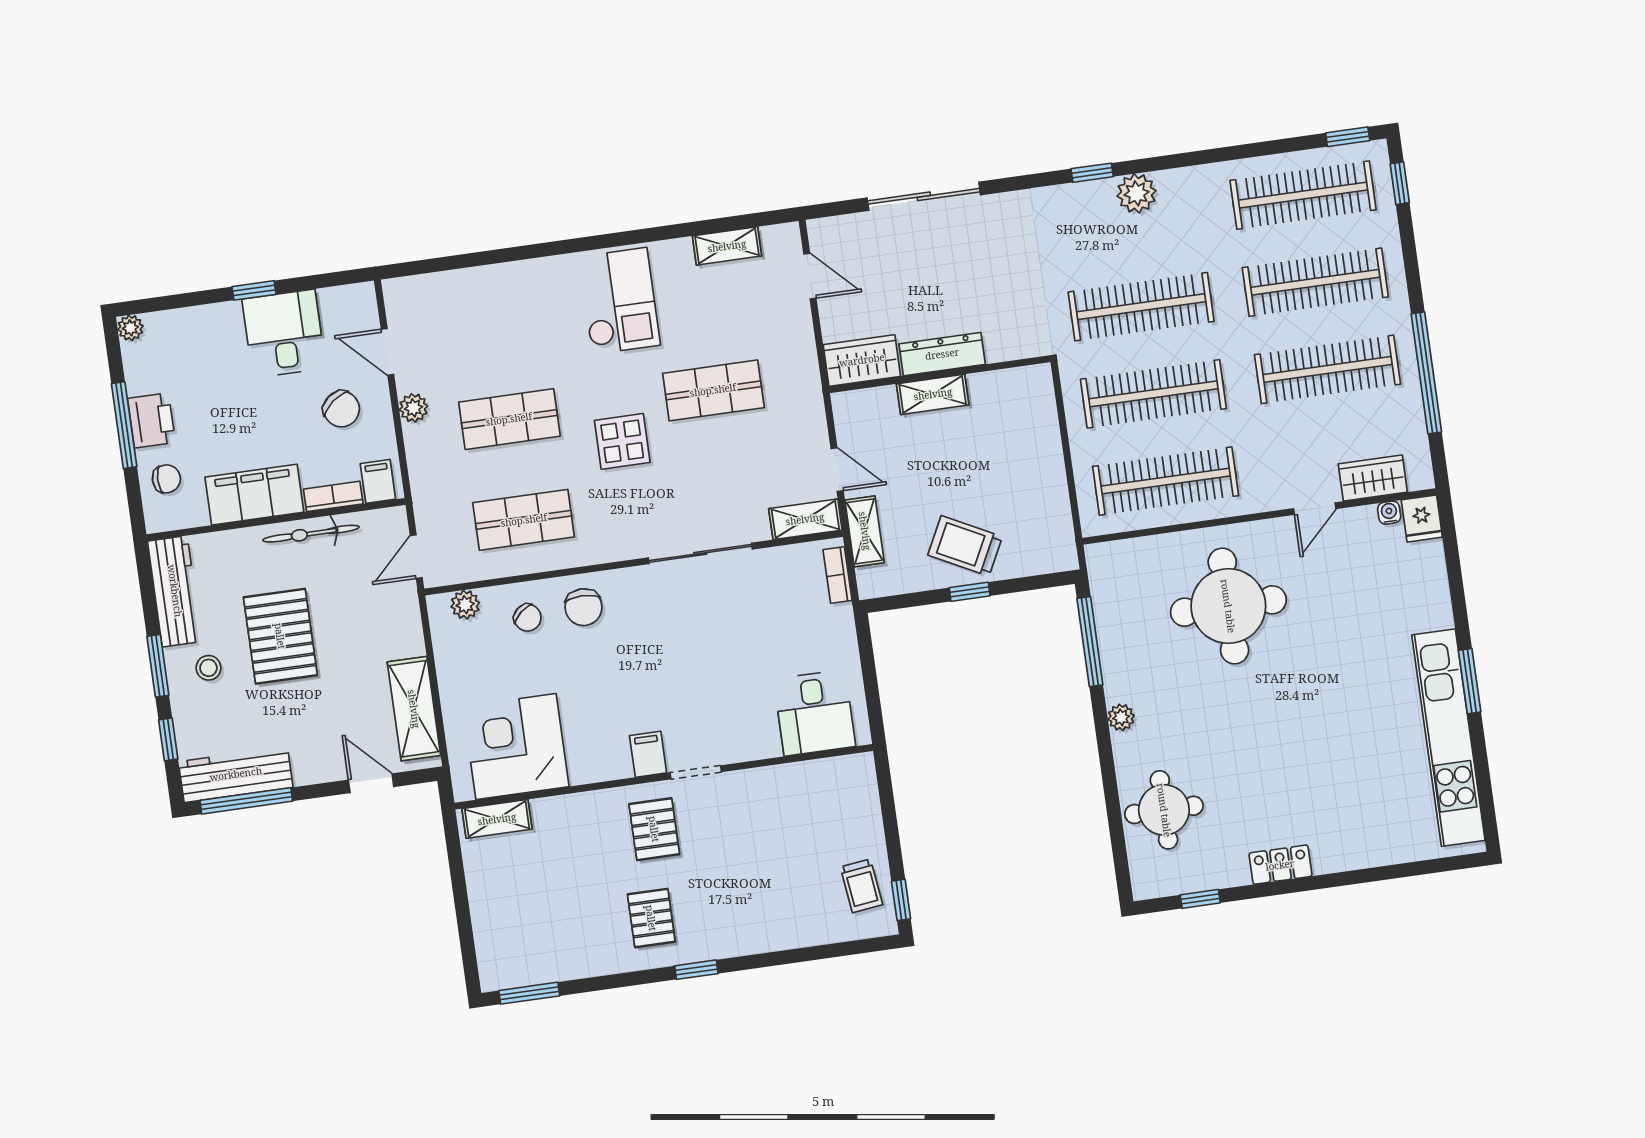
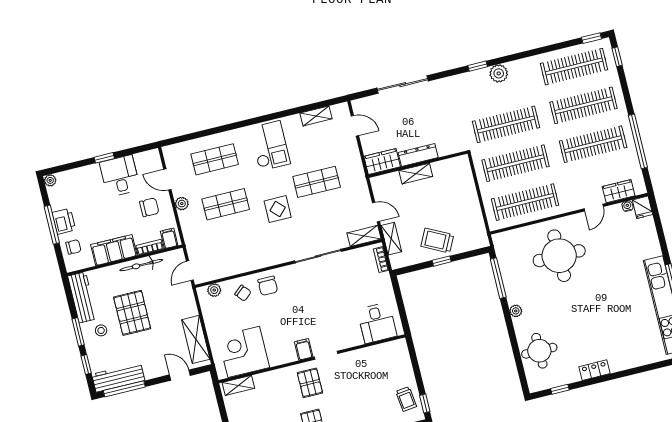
chair: (341, 409) -> (149, 207), turned -52
shop shelf: (524, 520) -> (215, 159), moved

